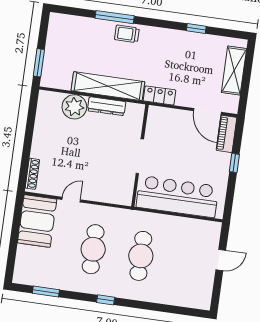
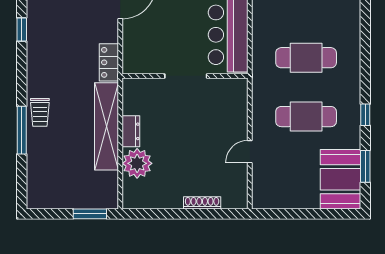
dresser: (107, 106) -> (131, 131), width x0.70
shoe rack: (32, 174) -> (202, 203), moved
door: (71, 200) -> (250, 152), hinge flipped
booth: (37, 221) -> (340, 179), moved, turned 90
window: (106, 300) -> (365, 115), moved

